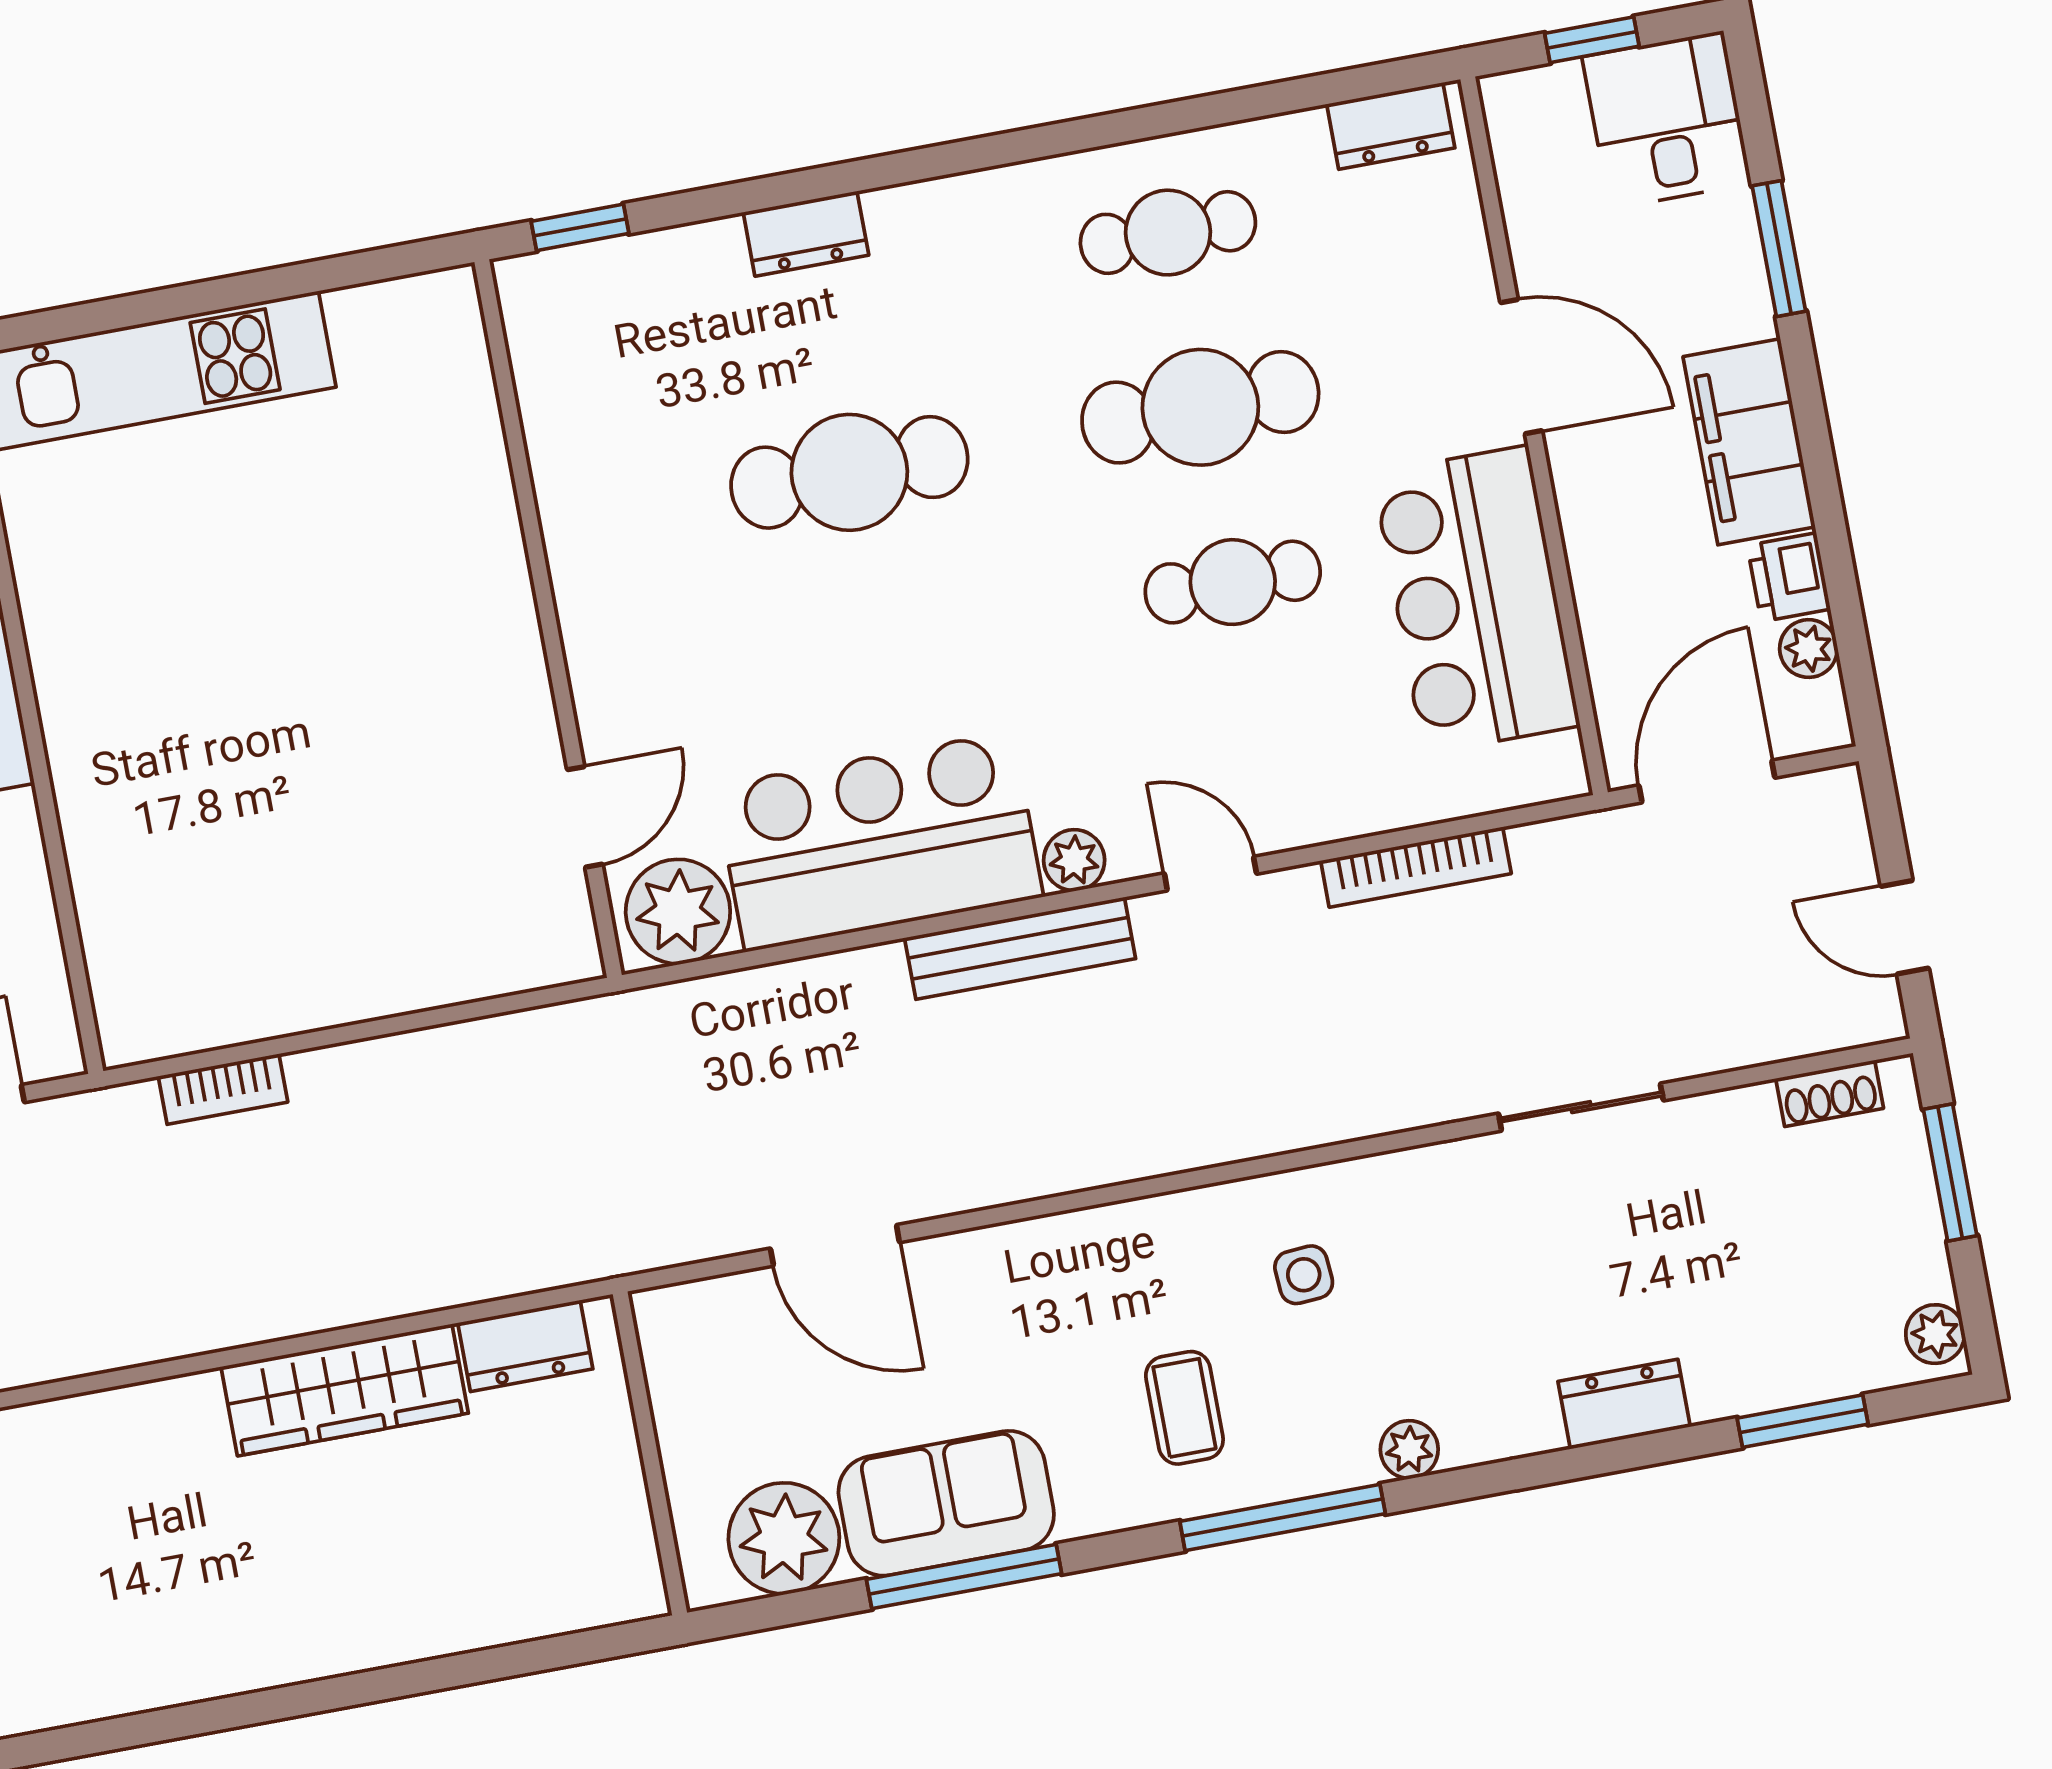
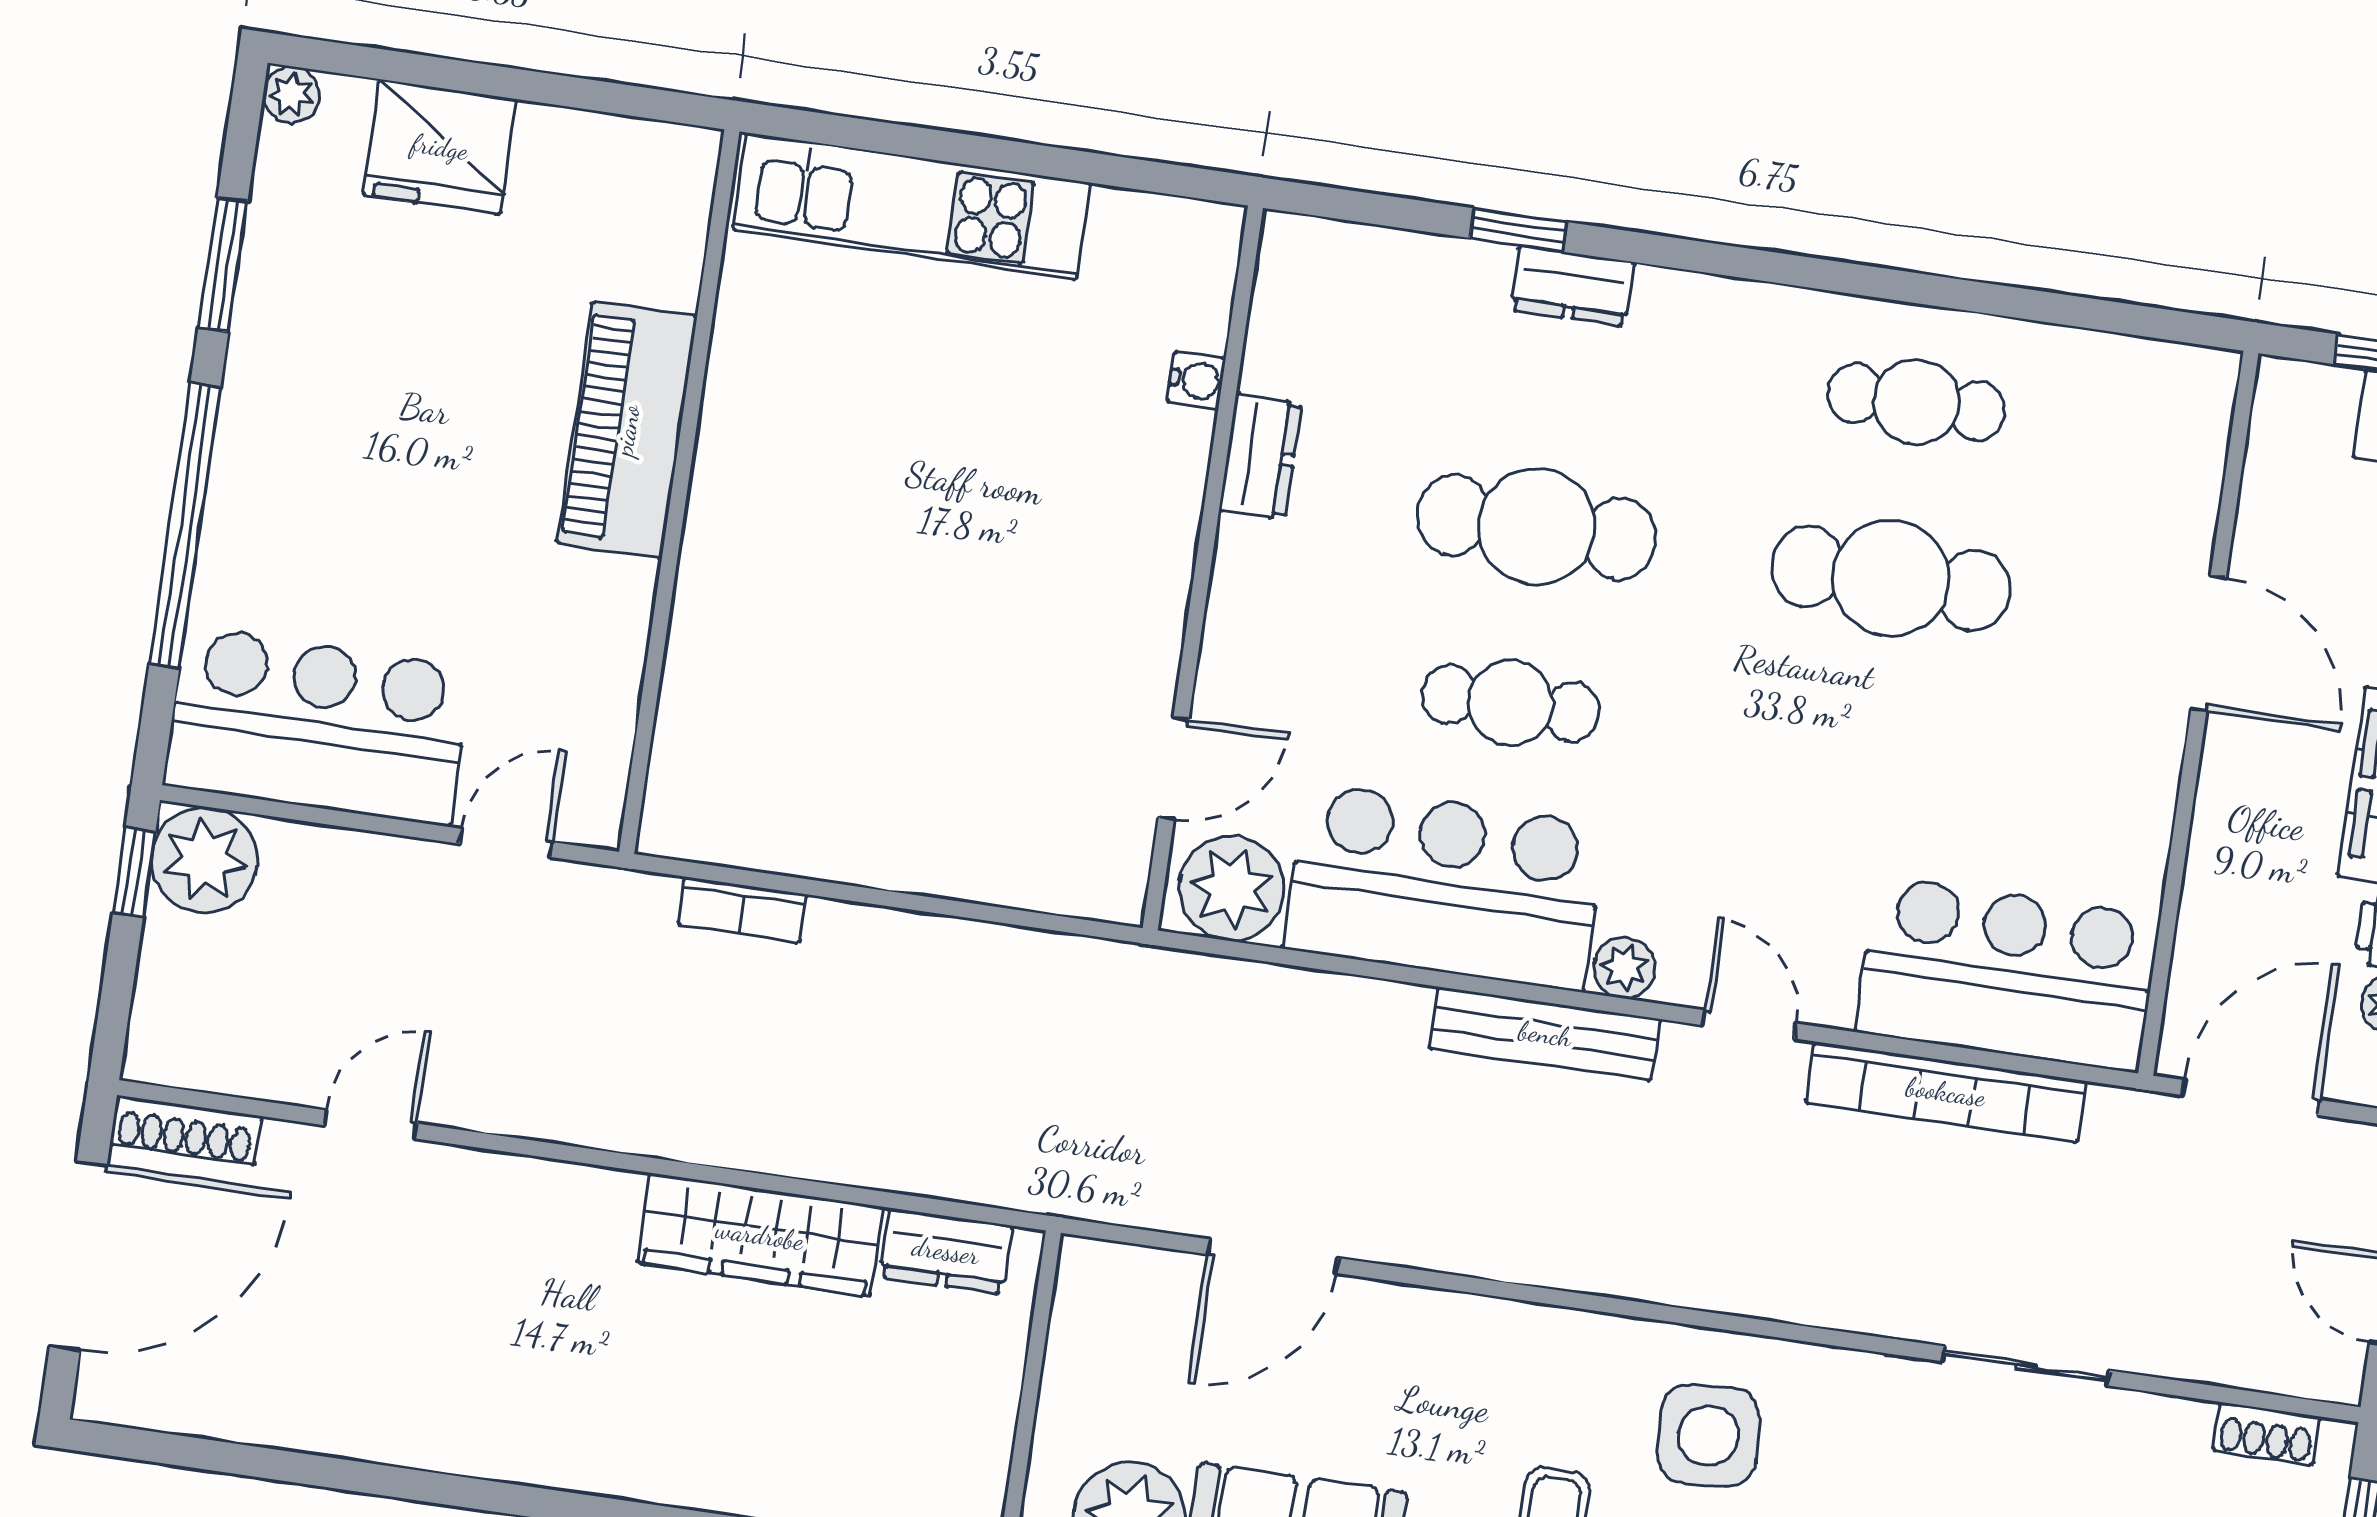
dresser: (1391, 126) -> (1260, 456), moved, turned -90
window: (580, 227) -> (1518, 230), moved
water cooler: (482, 443) -> (1197, 380), added
cafe table: (1233, 582) -> (1511, 703), moved
bar counter: (1476, 600) -> (2008, 974), moved, turned 90
bookcase: (1416, 867) -> (1946, 1092), width x1.48, depth x1.31
door: (835, 1245) -> (1273, 1256), hinge flipped
side table: (1304, 1275) -> (1708, 1436), width x1.87, depth x1.87

